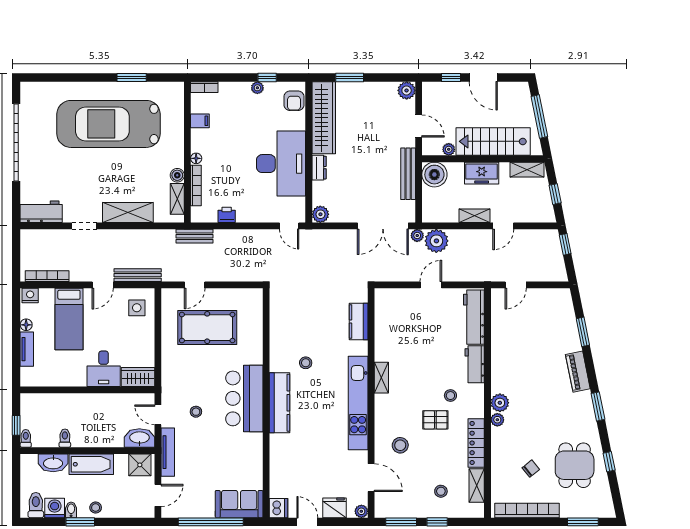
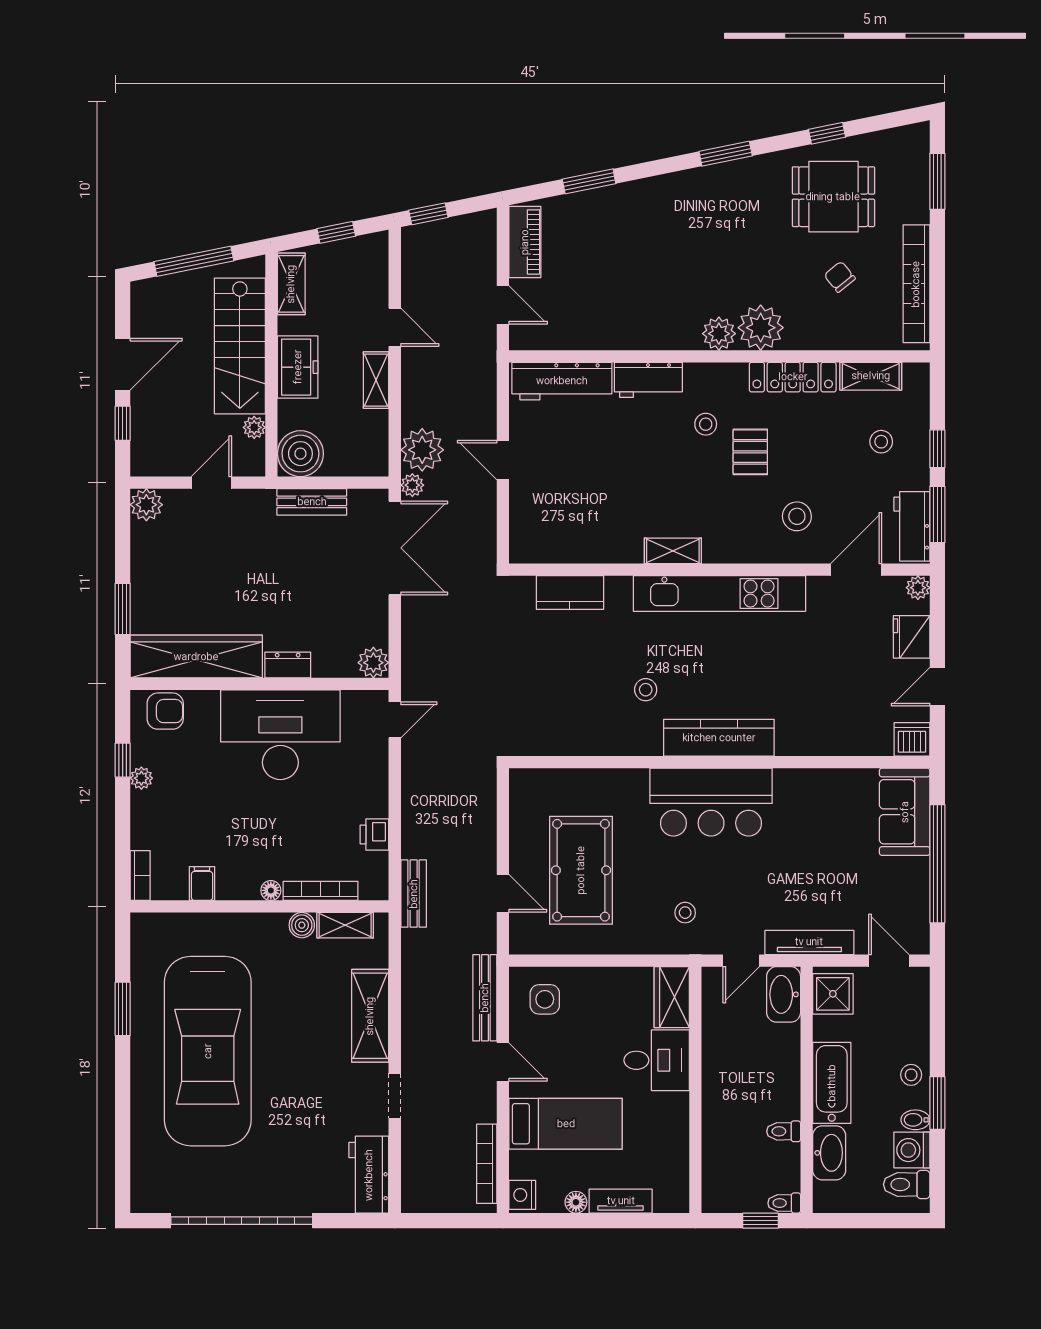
bench: (408, 174) -> (312, 502), width x0.73
piano: (578, 372) -> (525, 242), moved, turned -79
stool: (196, 412) -> (685, 913), moved
plant: (497, 420) -> (761, 328), width x1.87, depth x1.87
workbench: (395, 508) -> (912, 526), added

